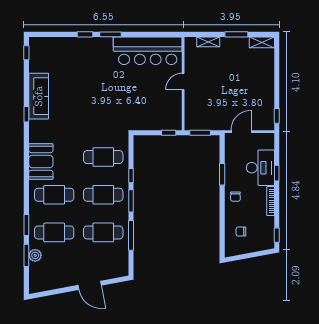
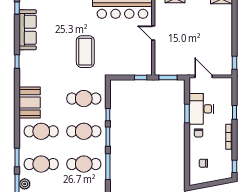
door: (183, 81) -> (153, 33), hinge flipped
sofa: (39, 96) -> (28, 30), moved
coffee table: (105, 103) -> (85, 52), added
door: (241, 132) -> (204, 76), hinge flipped
desk: (260, 168) -> (201, 109), moved, turned 180

